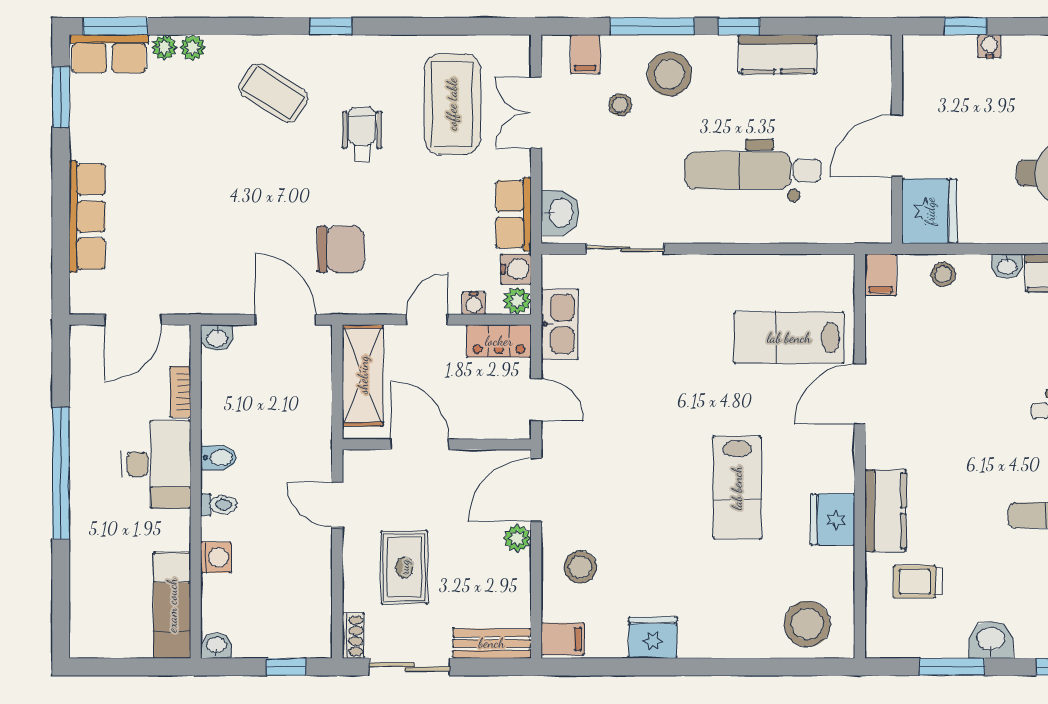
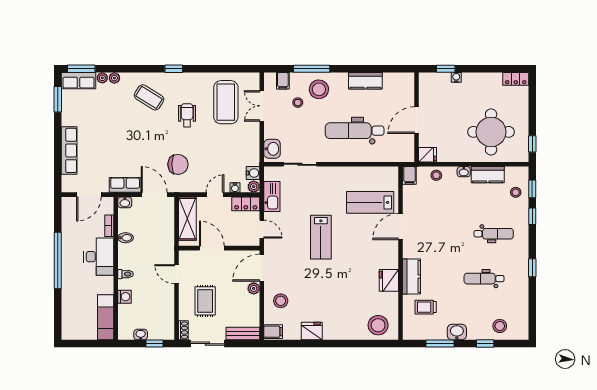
window: (739, 26) -> (349, 69), removed
fridge: (930, 211) -> (427, 155), width x0.53, depth x0.75
row of seats: (513, 214) -> (125, 185), moved, turned 90
bidet: (219, 458) -> (126, 238), moved
lab bench: (737, 488) -> (321, 237), moved
washbasin: (216, 646) -> (141, 335), moved

